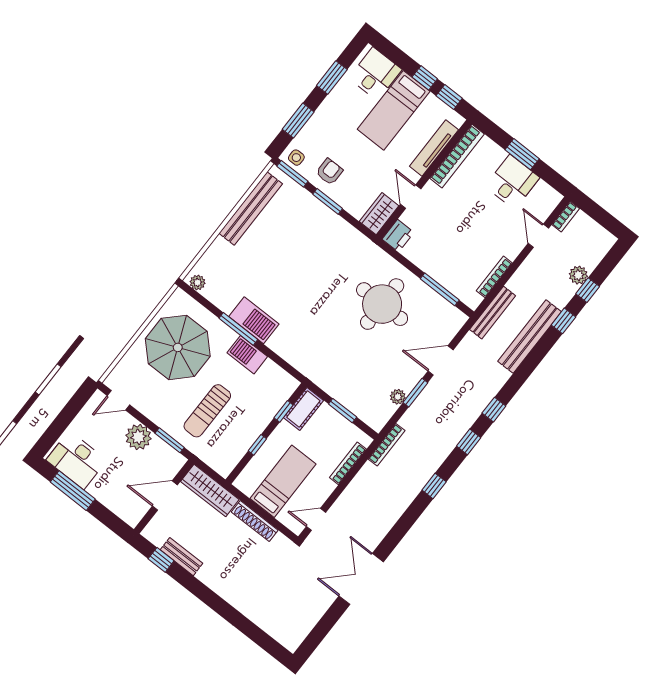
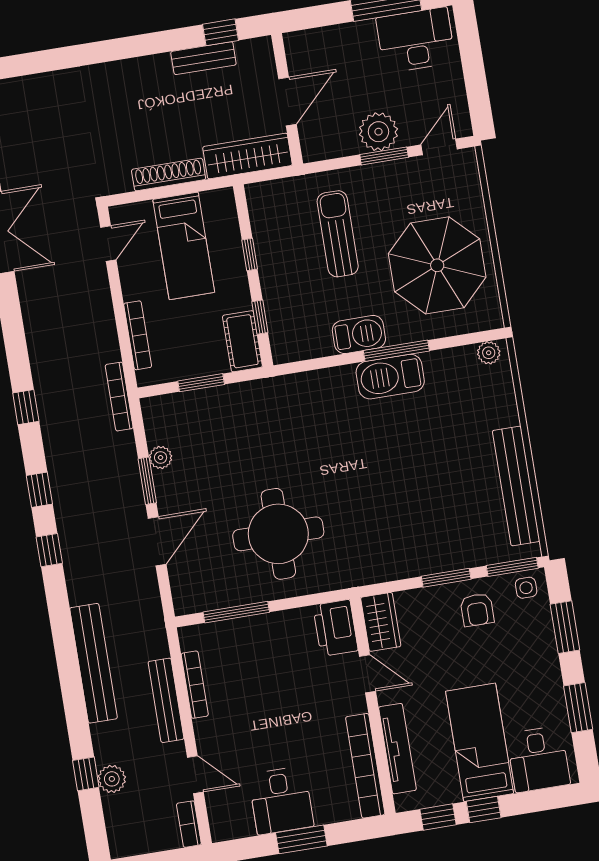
printer: (398, 236) -> (335, 628), width x1.37, depth x1.19
bench: (493, 313) -> (166, 700), moved
window: (563, 321) -> (76, 716), removed
window: (170, 440) -> (384, 156), moved

